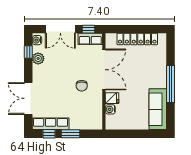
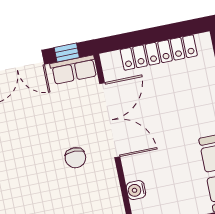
fridge: (112, 98) -> (135, 169), removed

